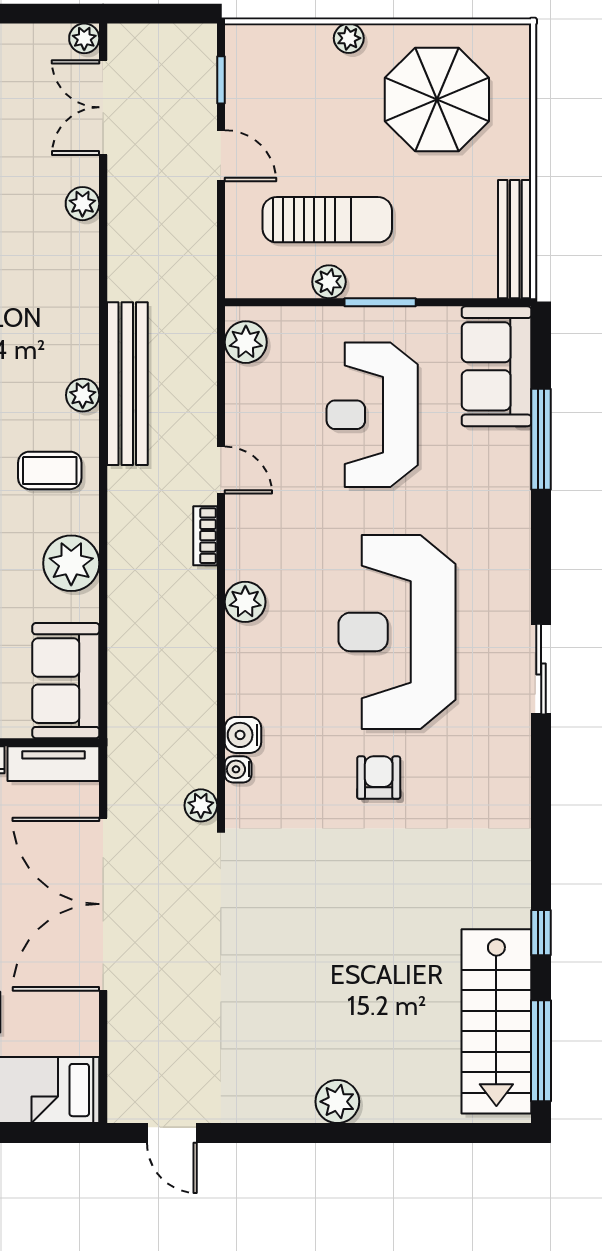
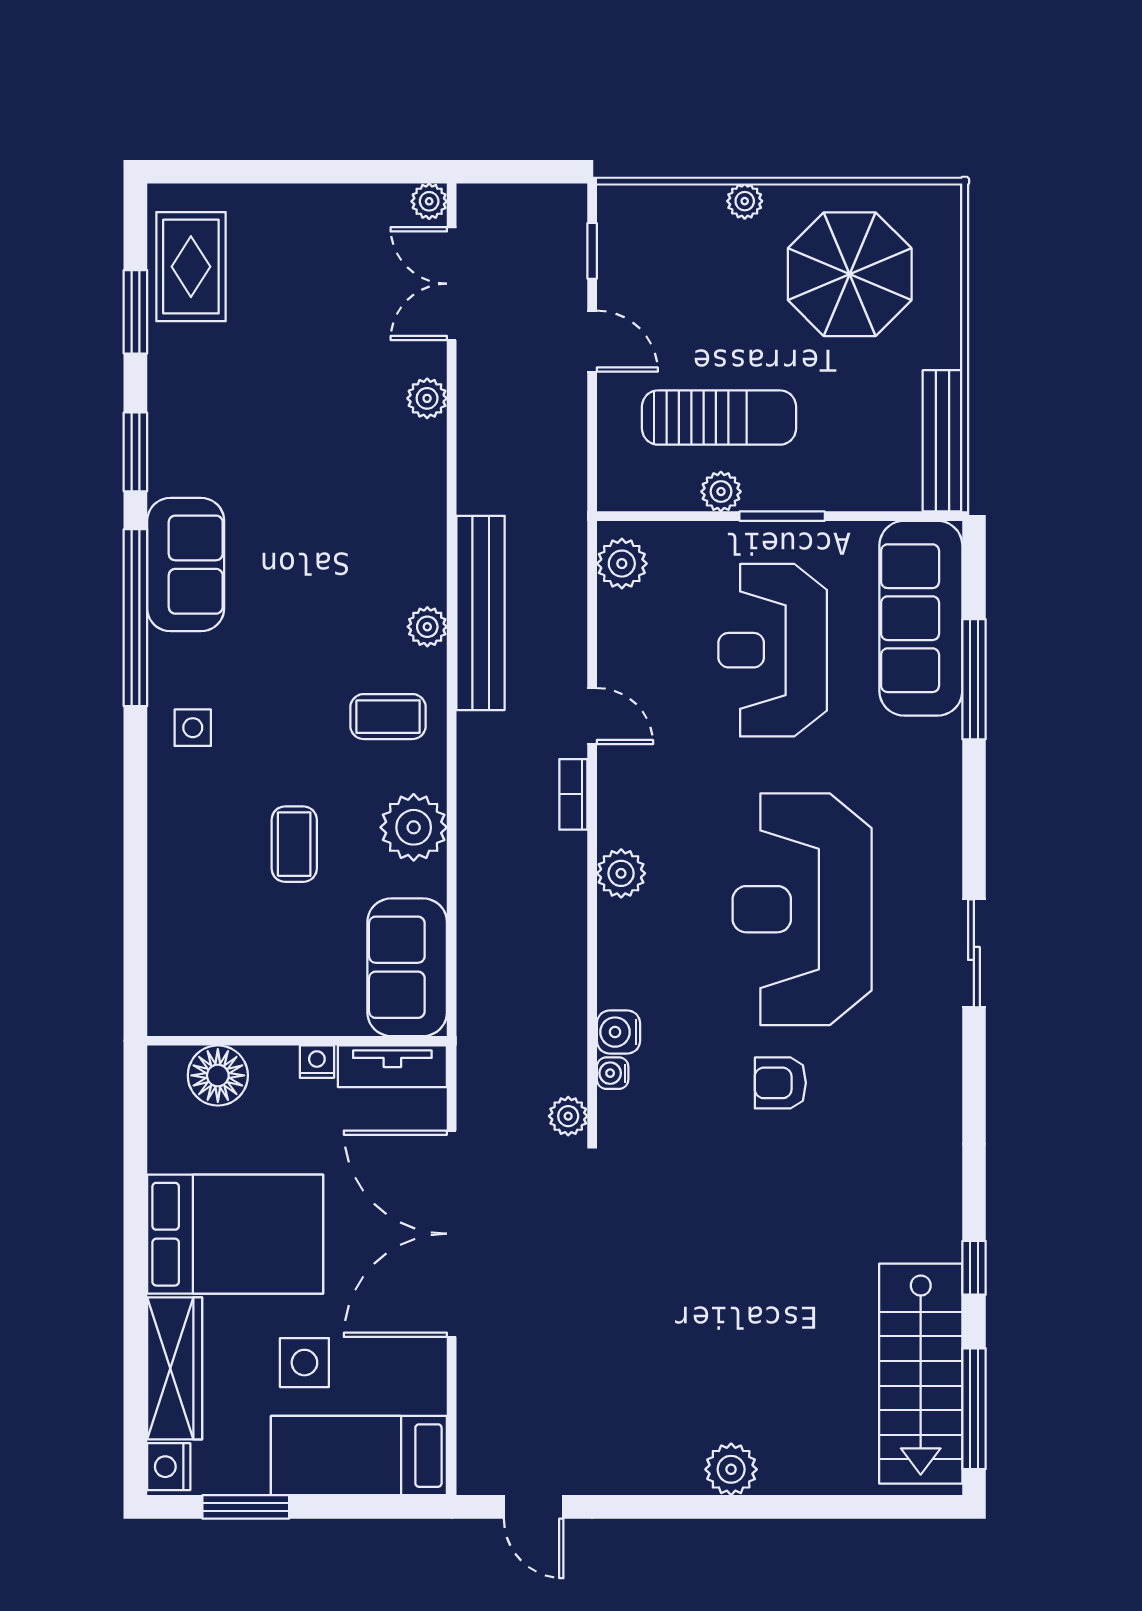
sofa: (497, 366) -> (921, 618), width x1.36
armchair: (379, 778) -> (780, 1083), turned -90

